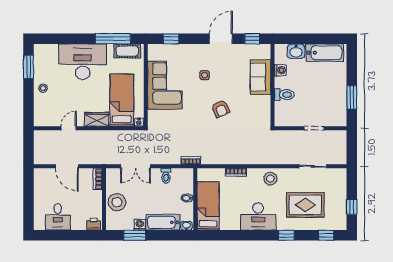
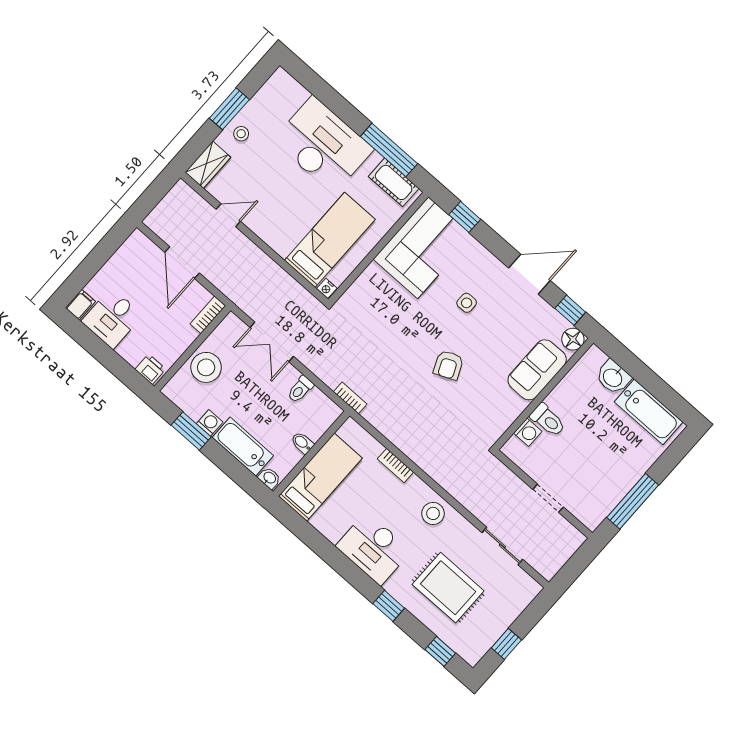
floor lamp: (264, 50) -> (573, 339), added
window: (28, 67) -> (229, 109), moved
washing machine: (280, 70) -> (528, 432), moved
corner sofa: (165, 85) -> (423, 248), moved
window: (352, 97) -> (633, 501), width x1.44
wardrobe: (97, 119) -> (208, 165), moved, turned 90
filing cabinet: (39, 223) -> (80, 305), added

